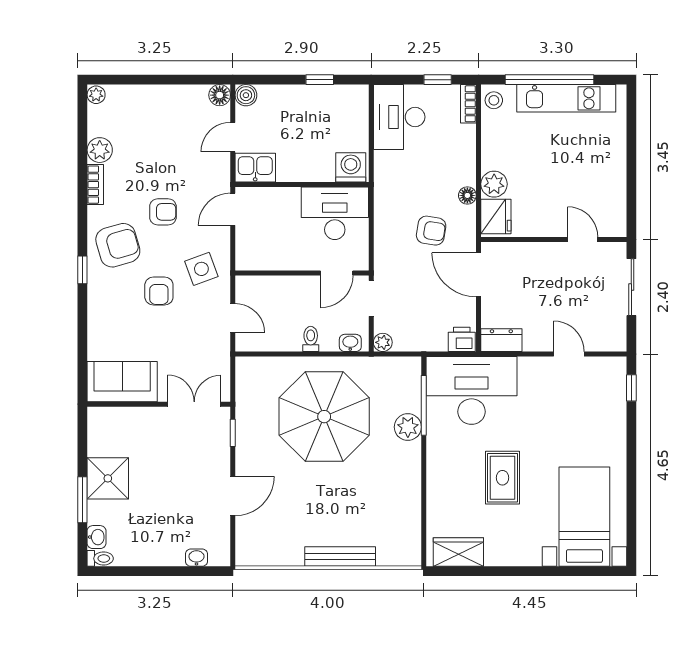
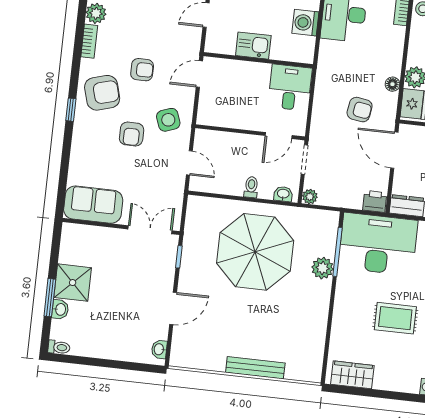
washing machine: (351, 167) -> (305, 23), moved, turned -90
kitchen sink: (255, 168) -> (253, 46), moved
desk: (335, 213) -> (290, 87), width x0.73
rug: (502, 478) -> (395, 318), turned 90
washbasin: (96, 537) -> (60, 309), moved
washbasin: (196, 558) -> (159, 349), moved, turned -90

